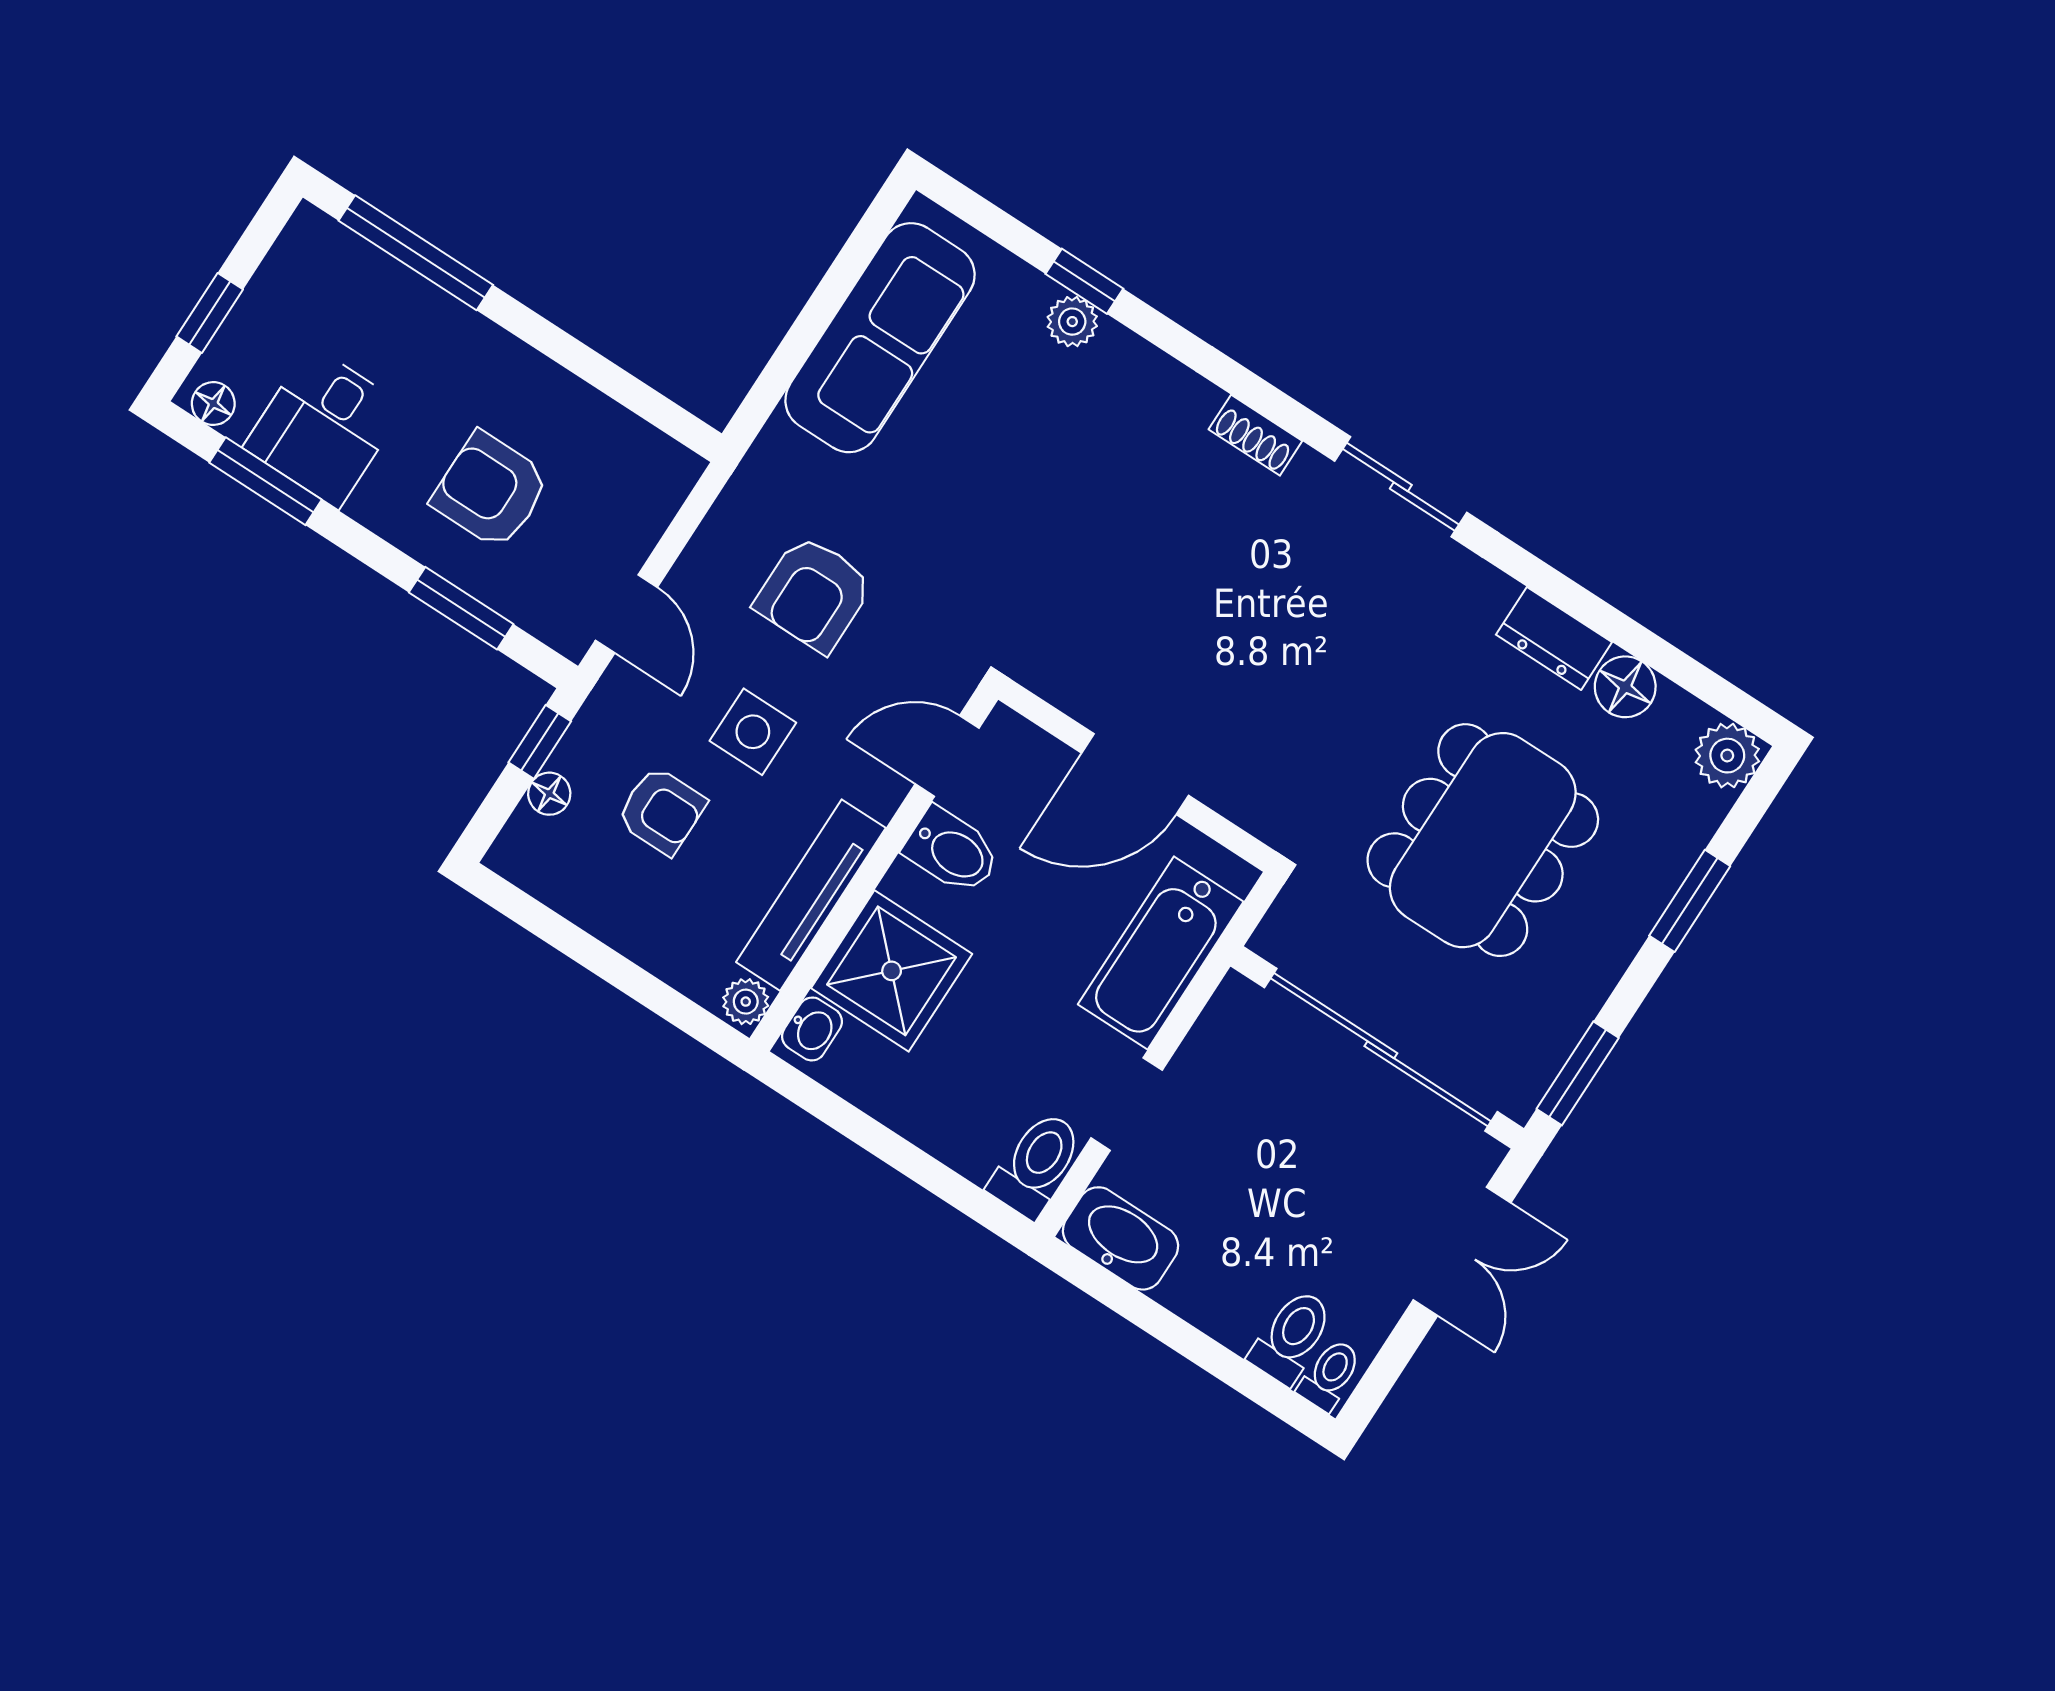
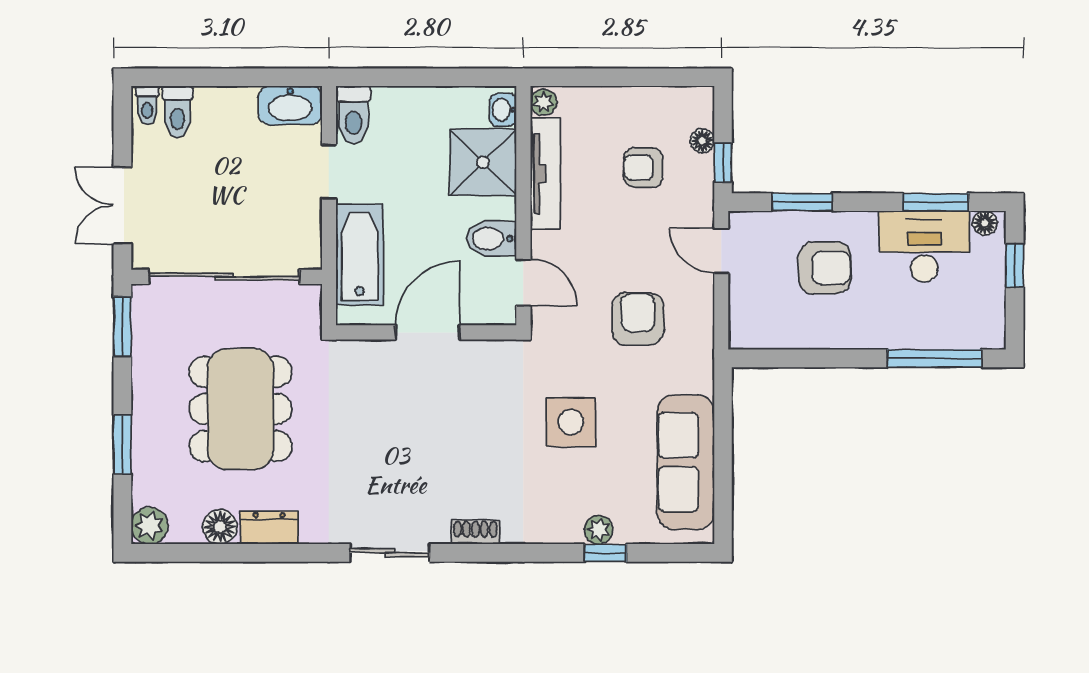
desk: (324, 427) -> (924, 246), width x1.37
side table: (753, 732) -> (571, 422), moved, width x1.37, depth x1.37
door: (947, 756) -> (523, 283), hinge flipped

